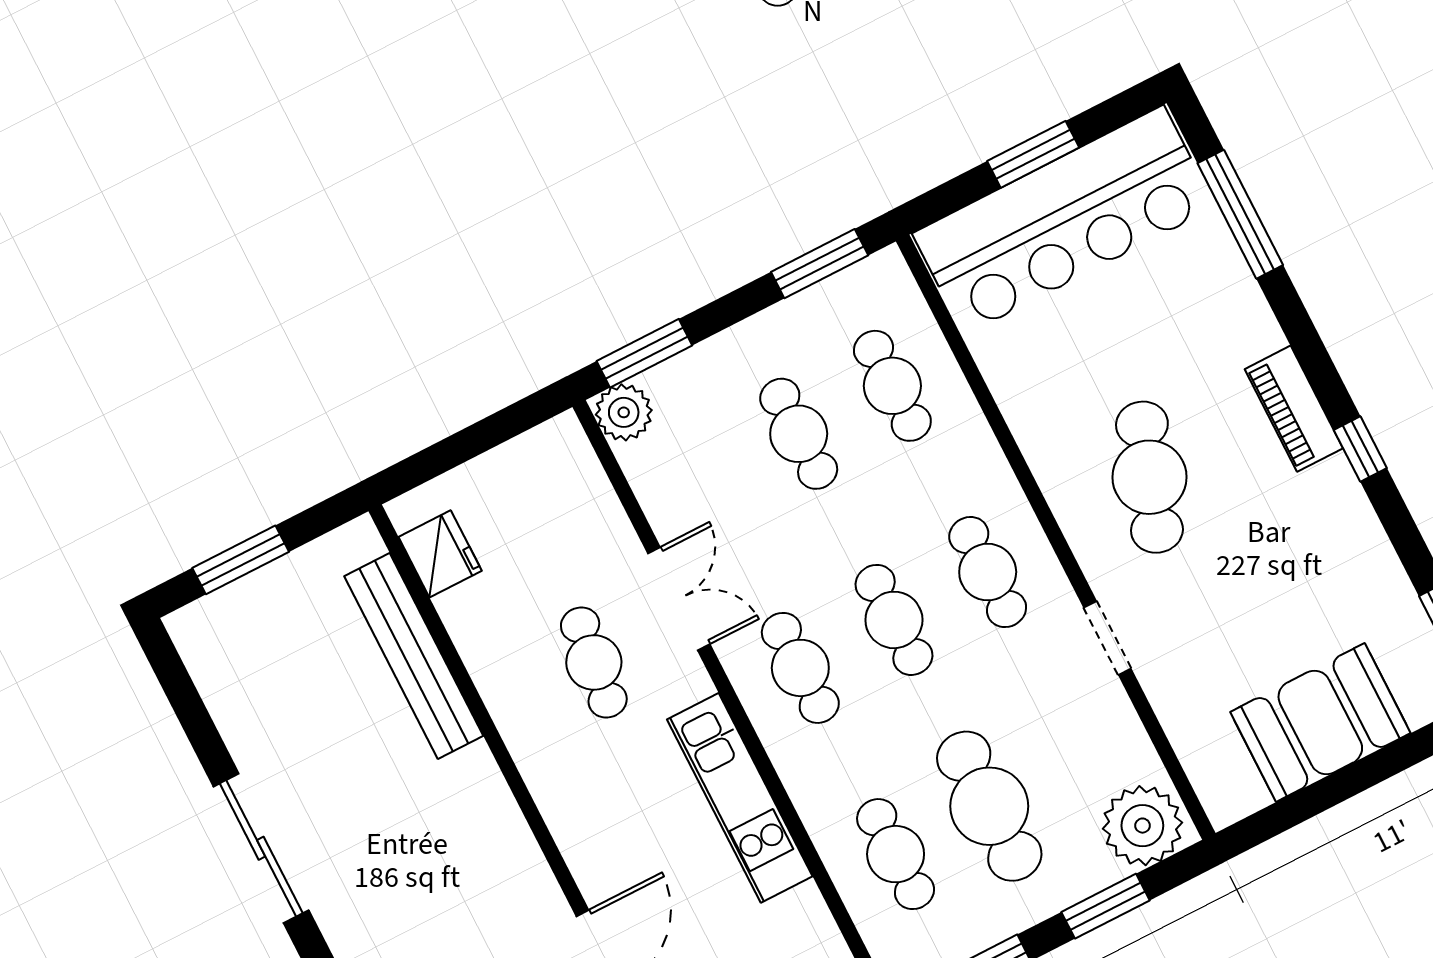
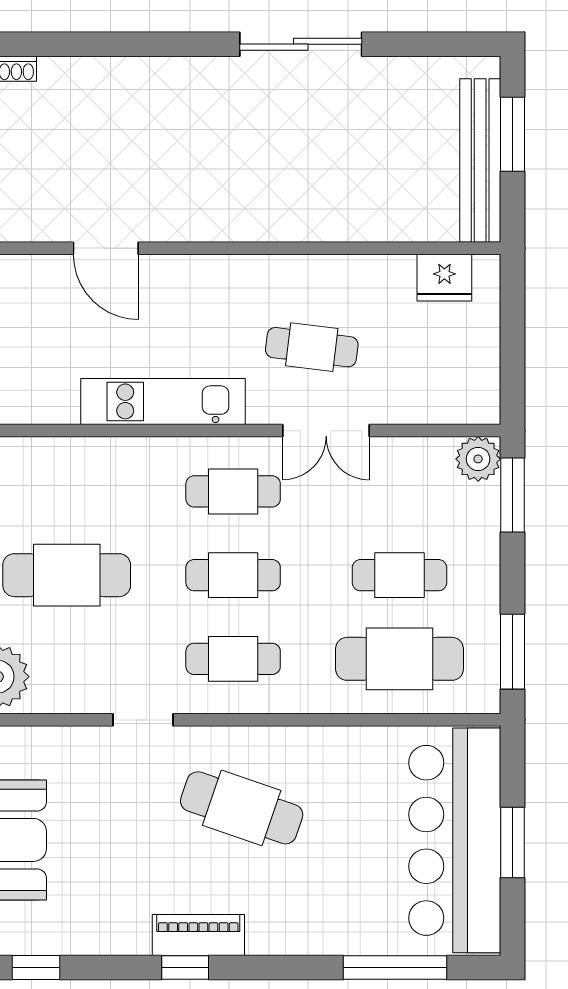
cafe table: (892, 386) -> (399, 659), width x1.37, depth x1.35
piano: (1294, 409) -> (198, 935), moved
bench: (414, 656) -> (480, 161), moved, turned 90
cafe table: (896, 854) -> (67, 491), removed

